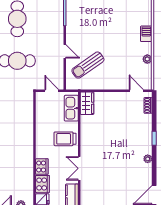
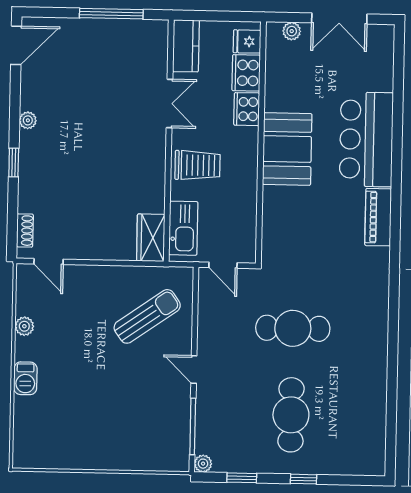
door: (65, 51) -> (194, 369), moved
booth: (22, 148) -> (287, 149), added

